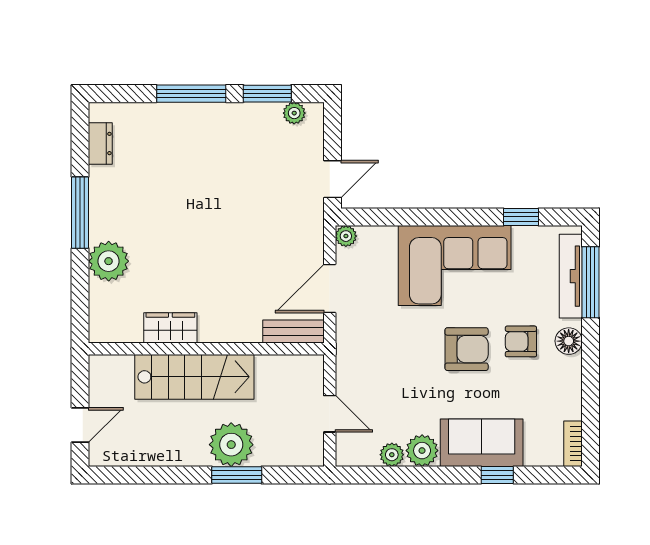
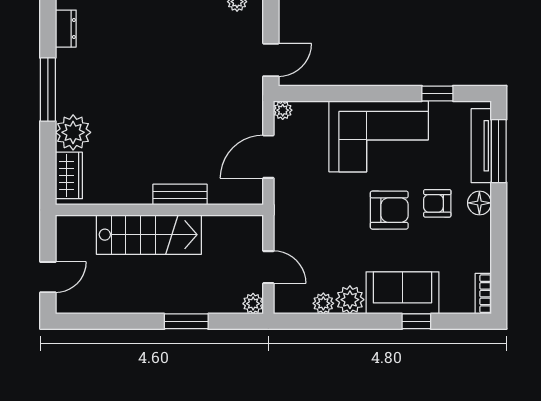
wardrobe: (170, 328) -> (69, 175), moved, turned 90
bench: (293, 332) -> (180, 195), moved
plant: (231, 445) -> (253, 304), moved, width x0.53, depth x0.53

